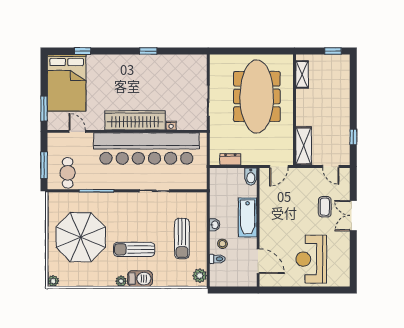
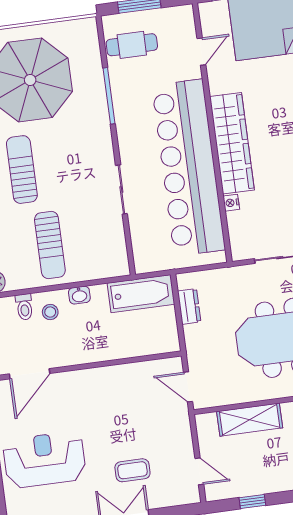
shelving: (304, 146) -> (250, 420), moved
door: (331, 166) -> (199, 471), swing flipped
bidet: (251, 177) -> (166, 343), removed
bathtub: (248, 217) -> (141, 294), moved, turned 180
sun lounger: (182, 239) -> (50, 245), turned -90

